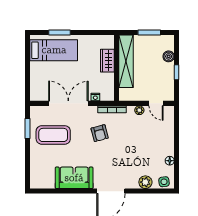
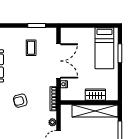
armchair: (100, 133) -> (20, 101), moved
coffee table: (53, 135) -> (31, 48), width x0.54, depth x0.58

